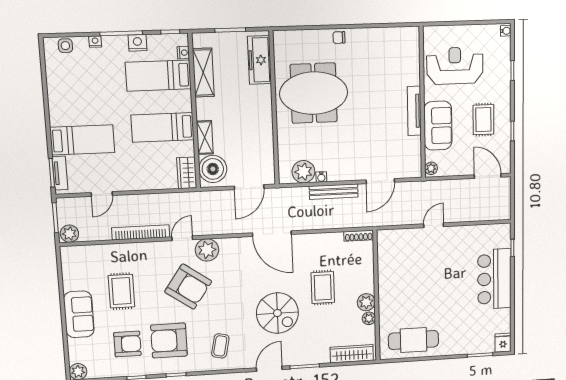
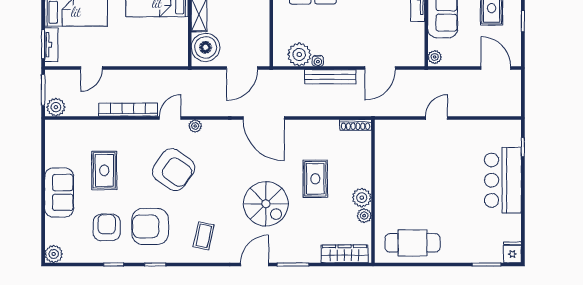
wardrobe: (187, 173) -> (179, 50), removed
plant: (207, 250) -> (195, 126), width x0.53, depth x0.53
armchair: (127, 344) -> (107, 227), turned -90

